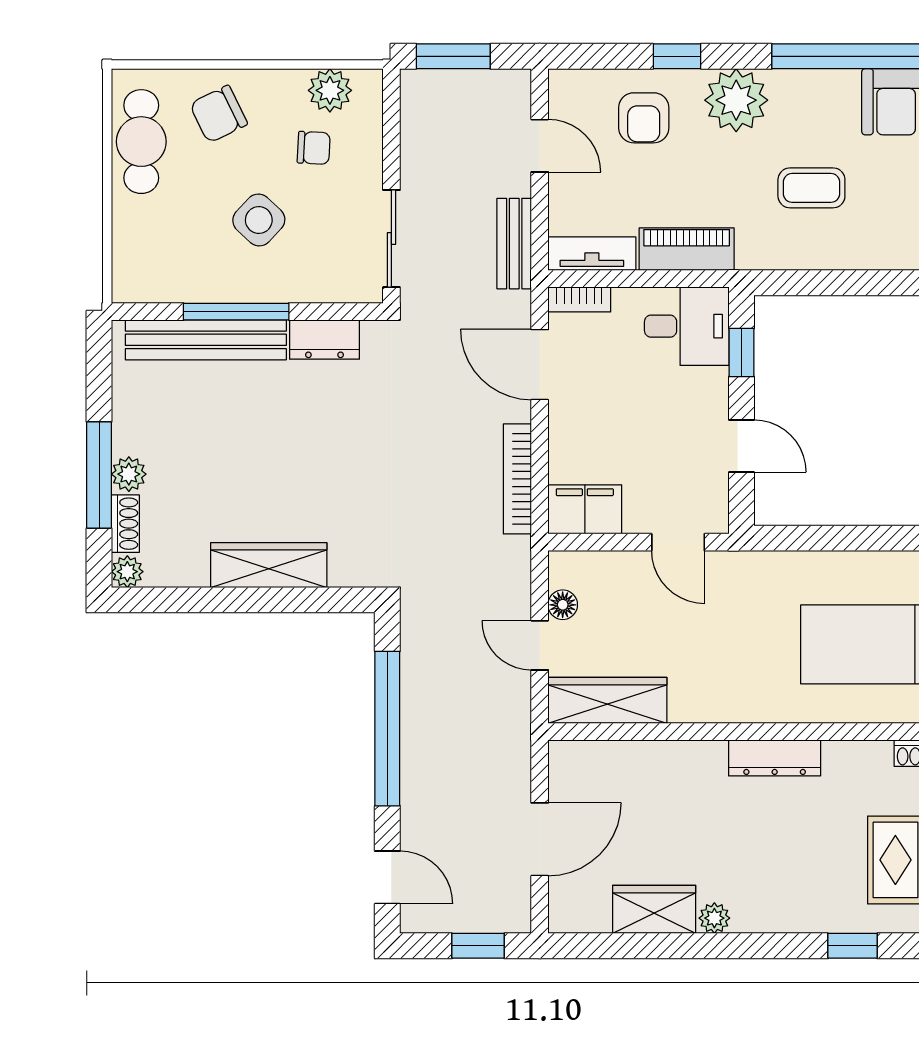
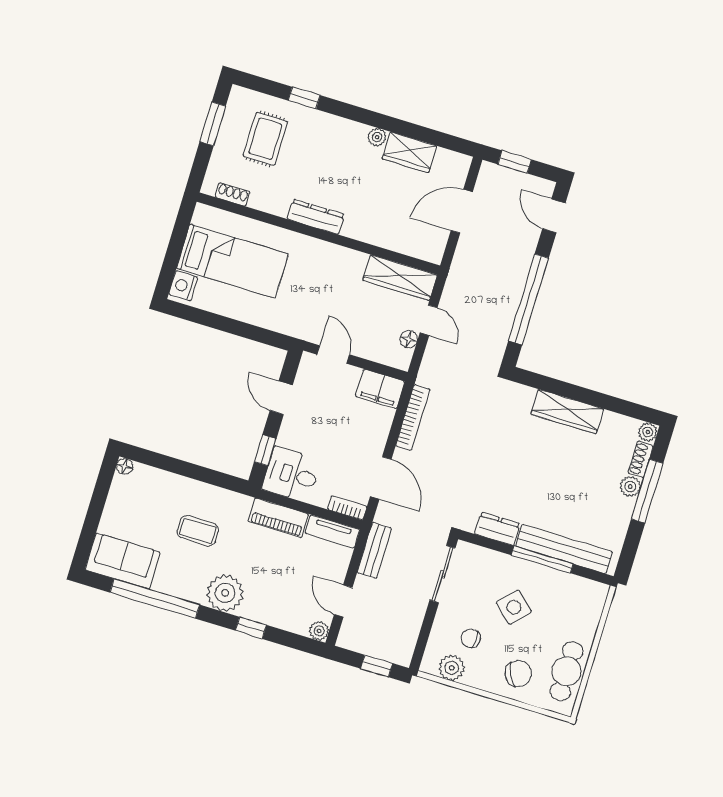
window: (453, 56) -> (377, 666), width x0.67
plant: (564, 85) -> (319, 631), added
armchair: (644, 118) -> (280, 599), removed

